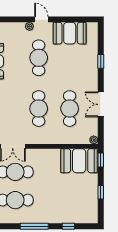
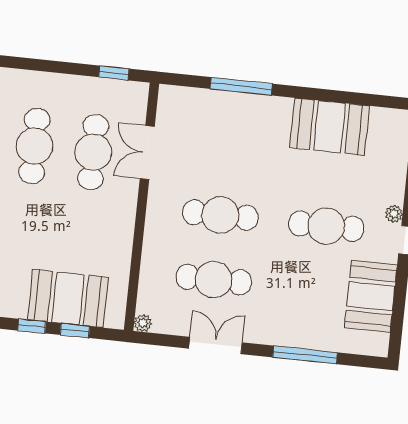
window: (101, 61) -> (305, 355), width x2.17
window: (101, 160) -> (75, 331), moved
booth: (79, 161) -> (68, 298), moved, turned 90

